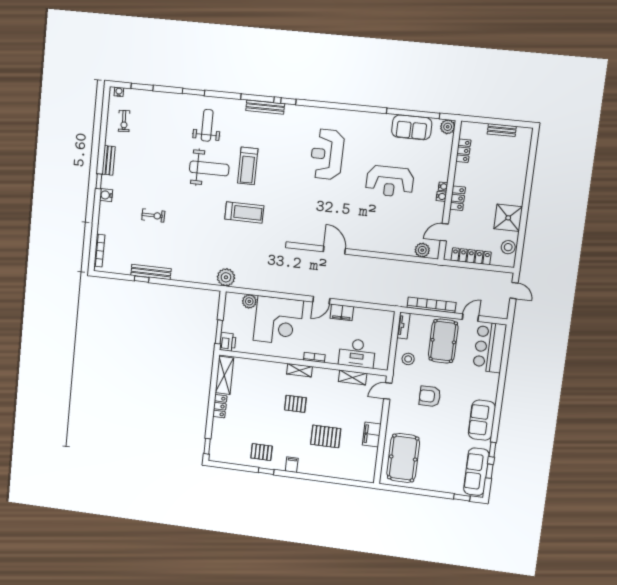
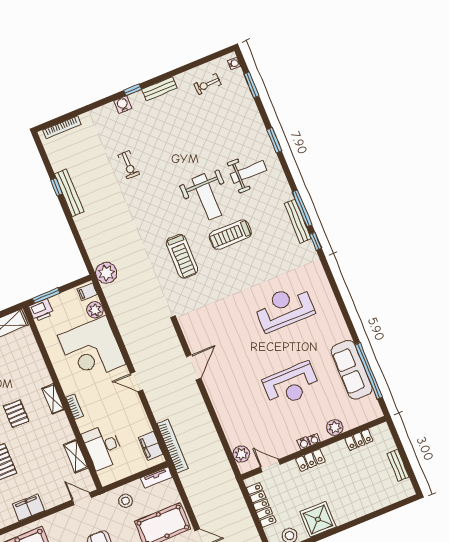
sofa: (412, 127) -> (352, 370), width x1.36
plant: (448, 127) -> (335, 427), moved
reception desk: (390, 181) -> (291, 385), turned -90
filing cabinet: (232, 300) -> (87, 292), added
bookcase: (431, 305) -> (173, 446), moved
filing cabinet: (342, 312) -> (151, 446), moved

